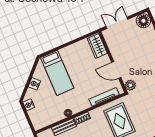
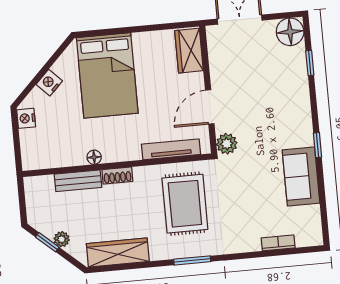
door: (116, 70) -> (210, 107), hinge flipped
bed: (57, 73) -> (107, 75), width x1.50

